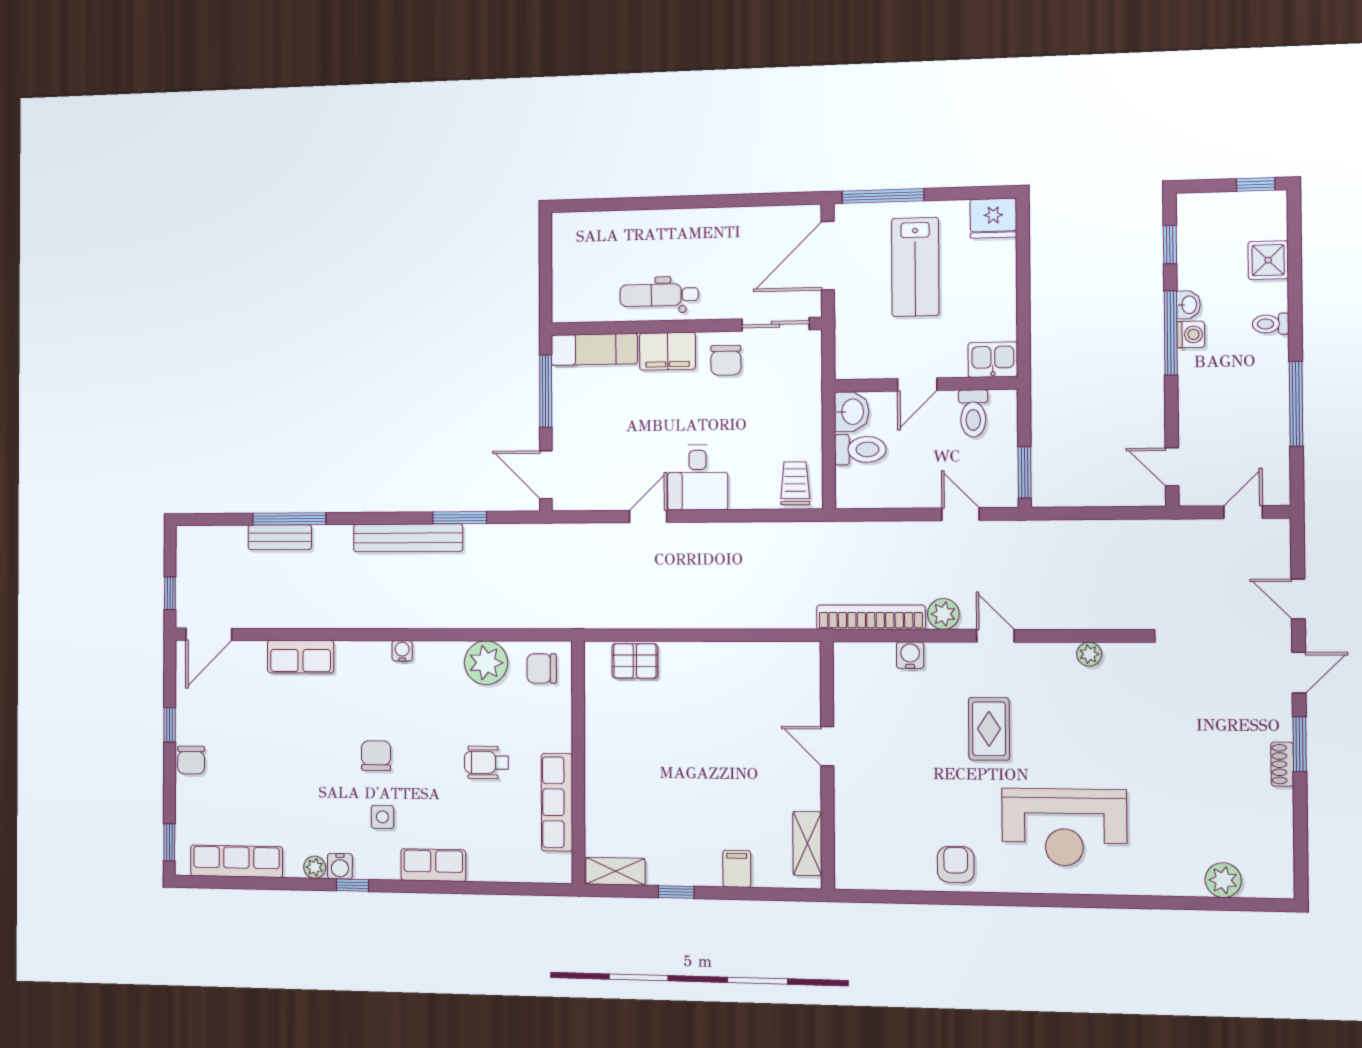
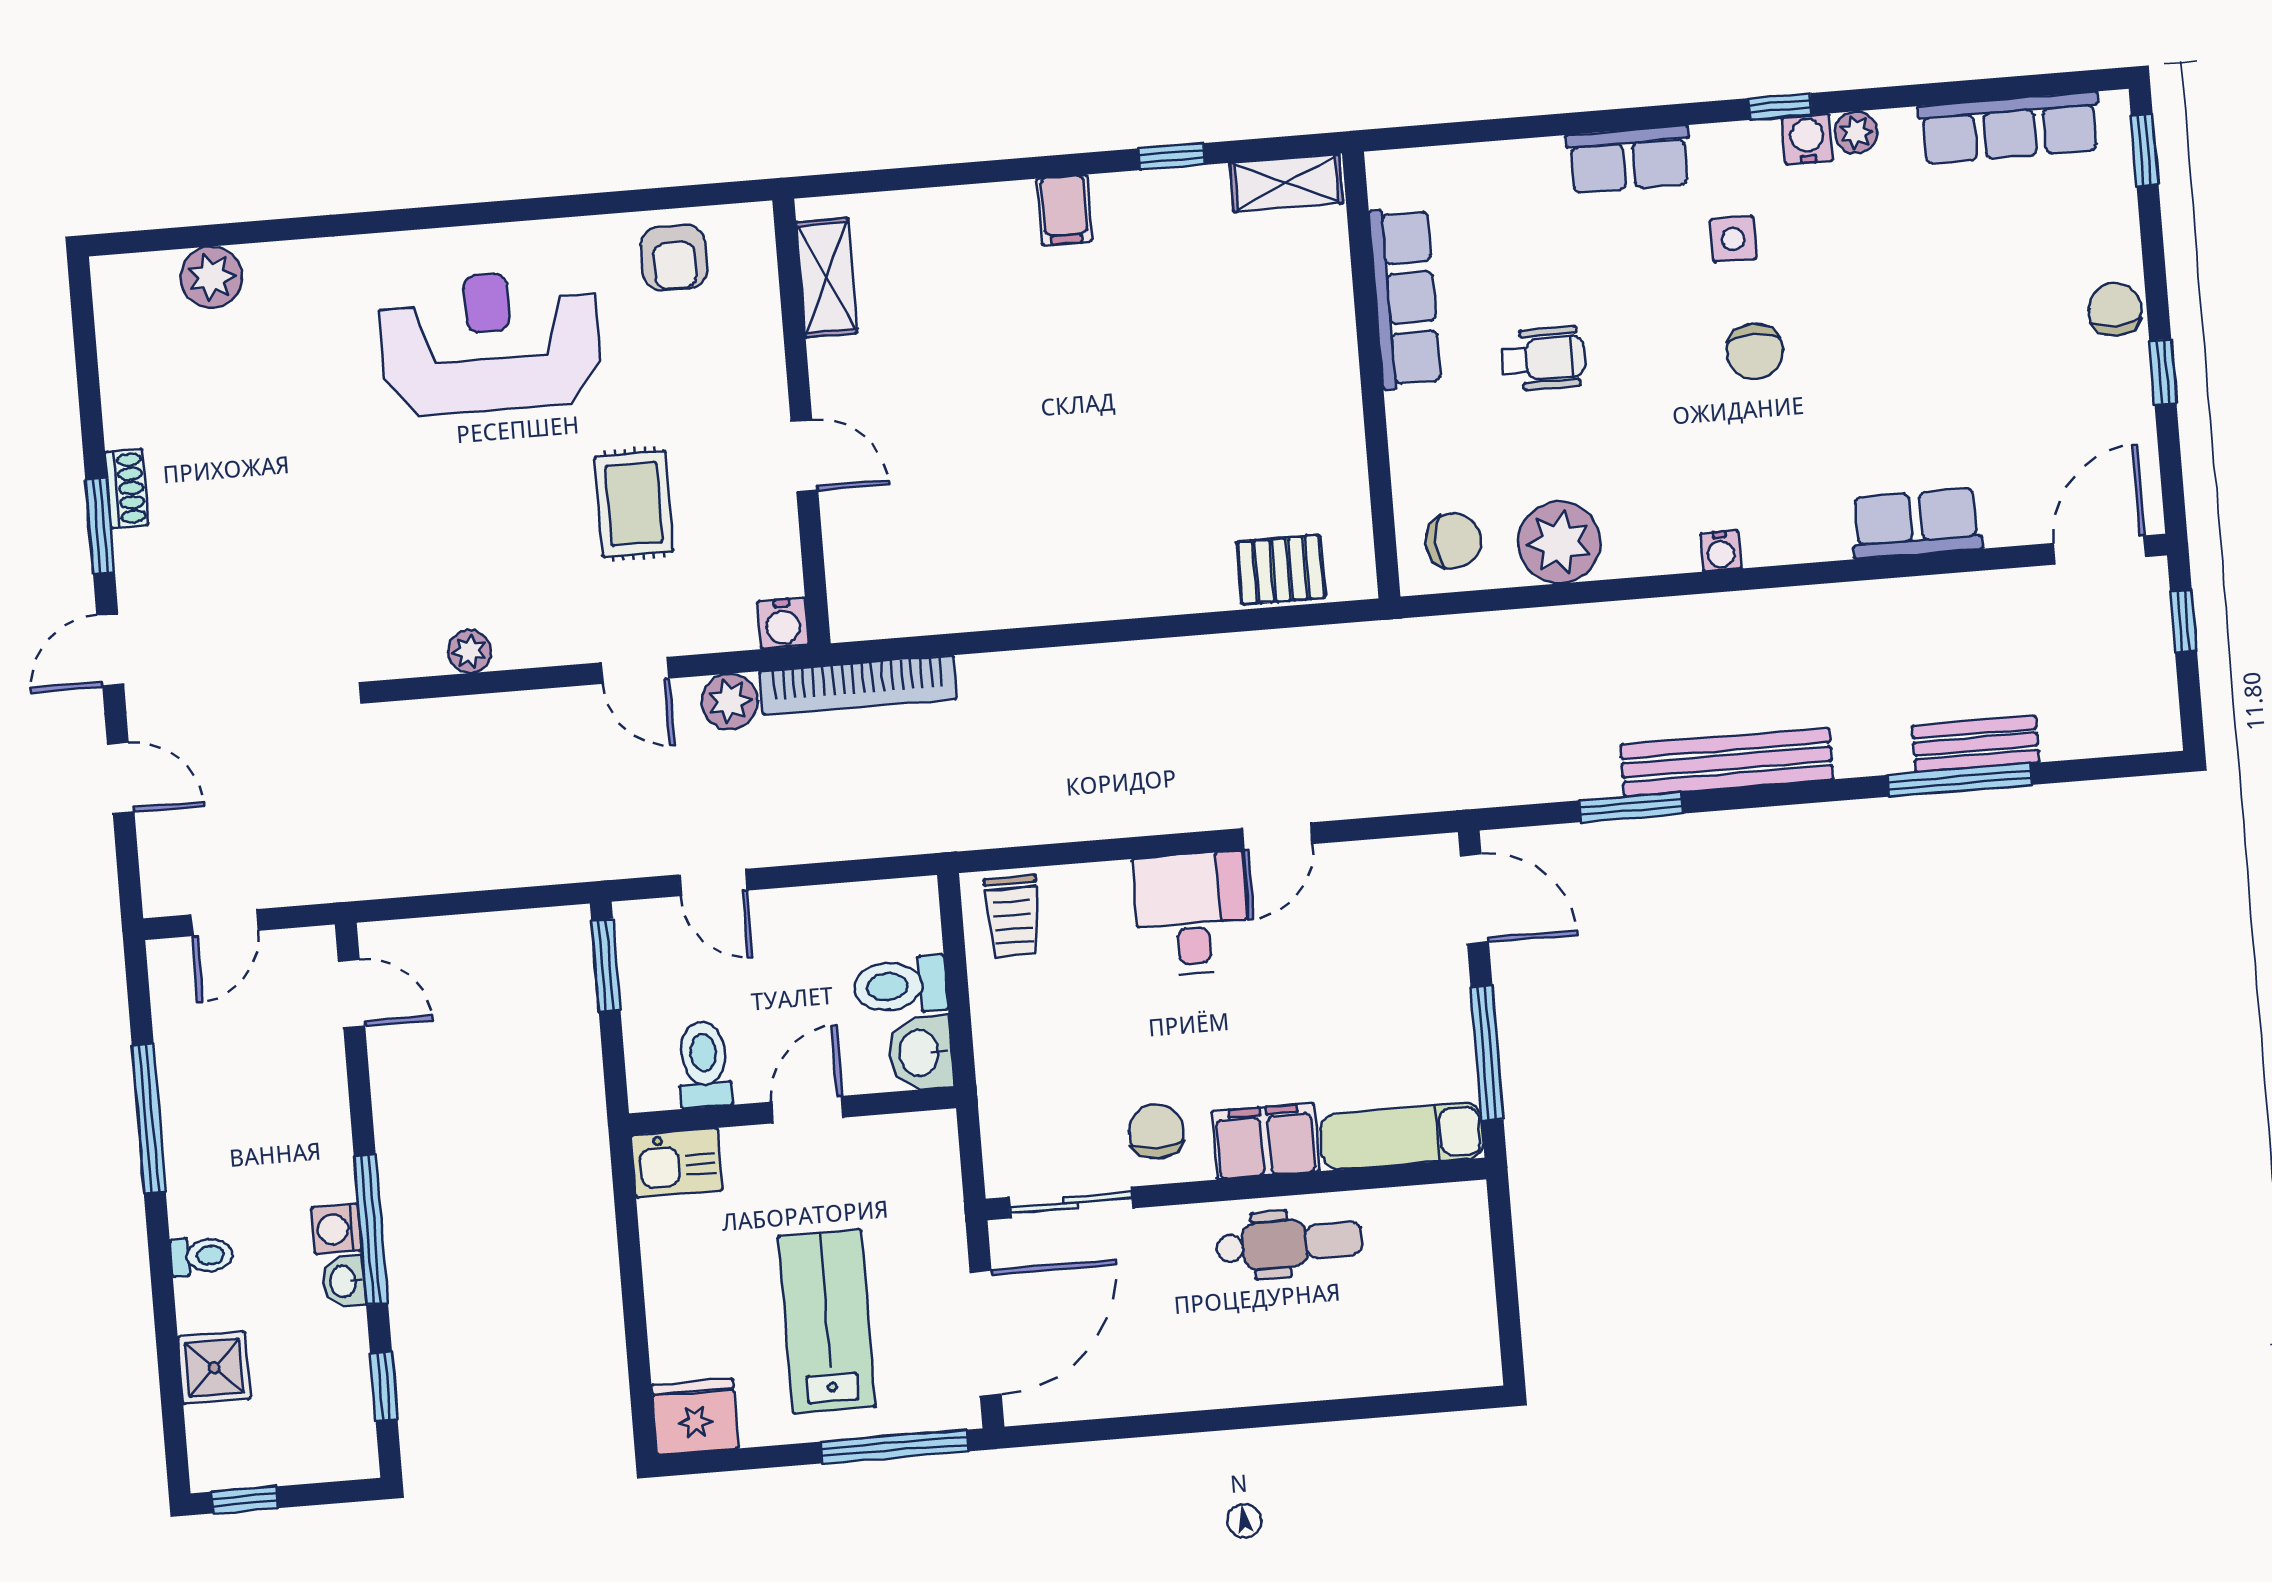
door: (827, 746) -> (804, 456), moved
wall: (827, 765) -> (802, 422), moved
shelving: (807, 844) -> (827, 278), moved

